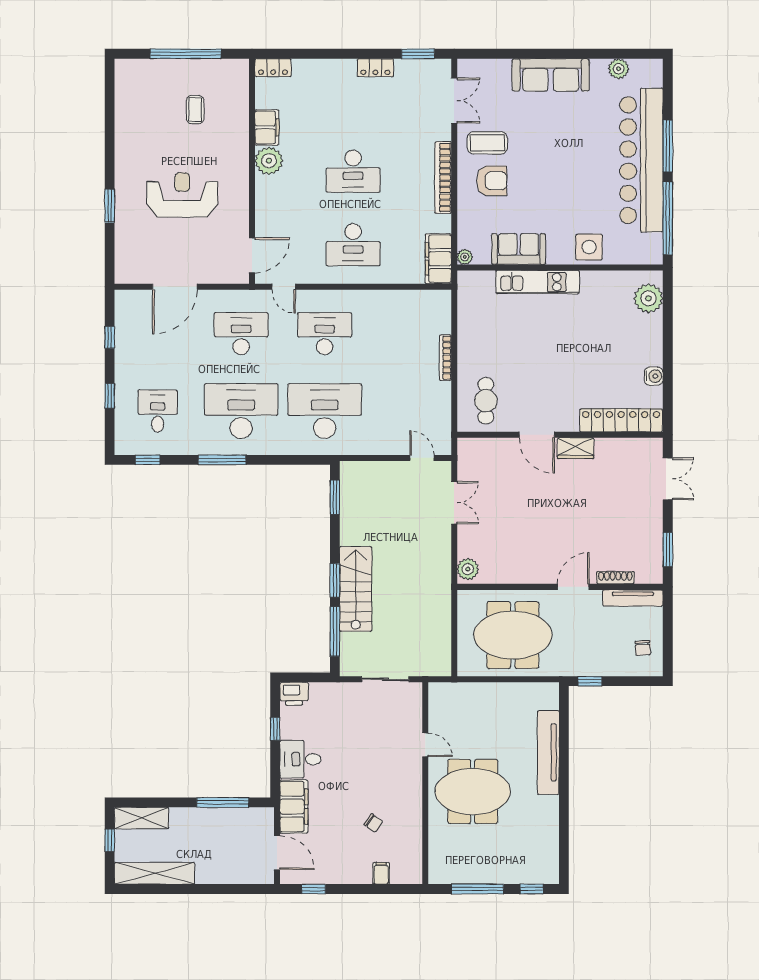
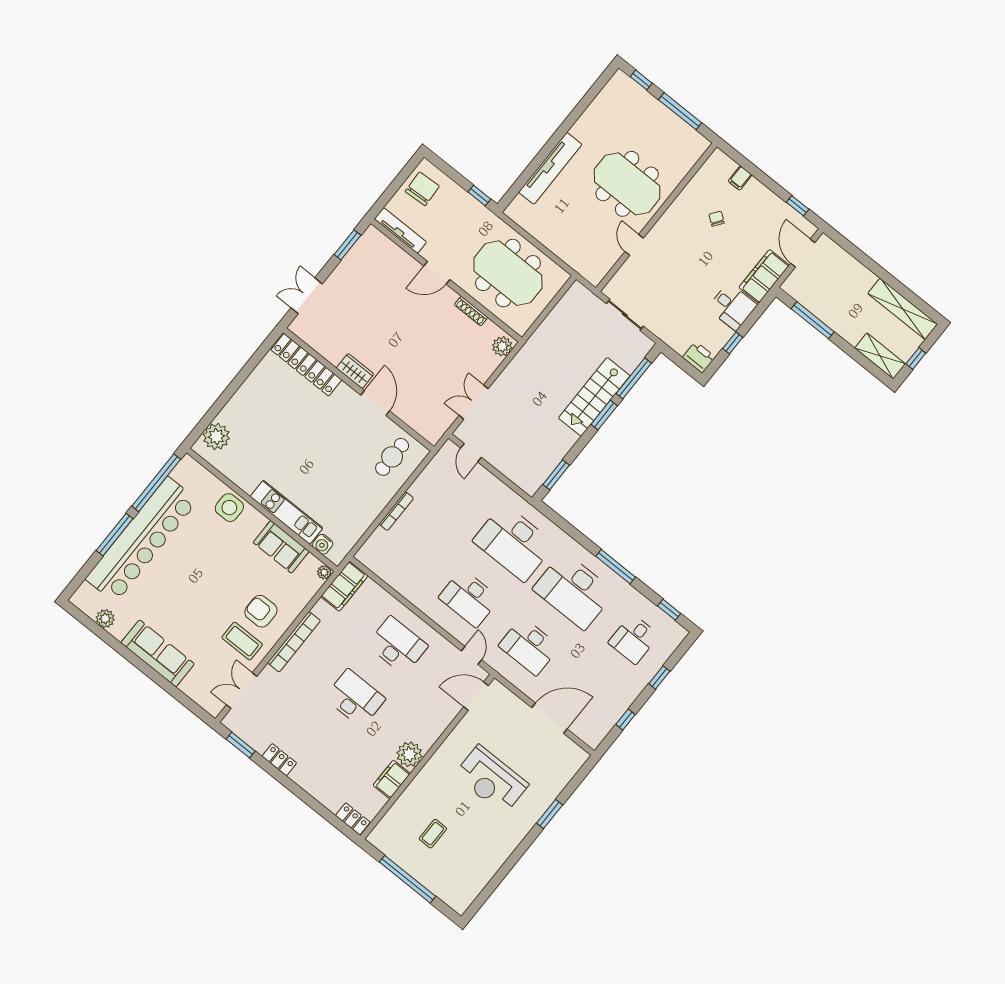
water cooler: (654, 376) -> (323, 544), moved, turned -90
shoe rack: (615, 578) -> (471, 311), moved
chair: (643, 648) -> (422, 189), width x1.87, depth x1.87

